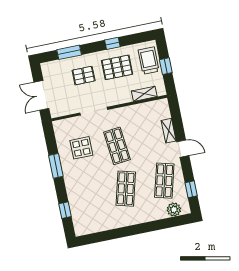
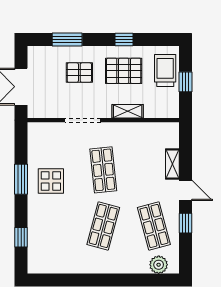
shelving: (144, 94) -> (128, 111), moved
display table: (81, 148) -> (51, 181), moved
shop shelf: (164, 181) -> (154, 226), turned -30
window: (191, 189) -> (185, 223), moved

